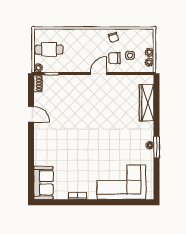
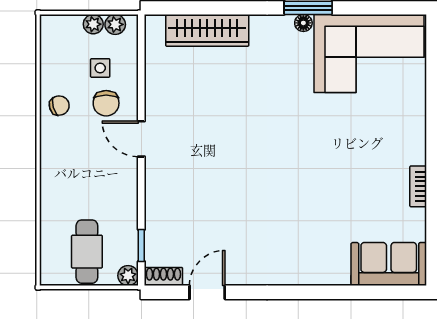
door: (31, 114) -> (207, 292), moved
corner sofa: (121, 182) -> (369, 54), moved, turned -90

